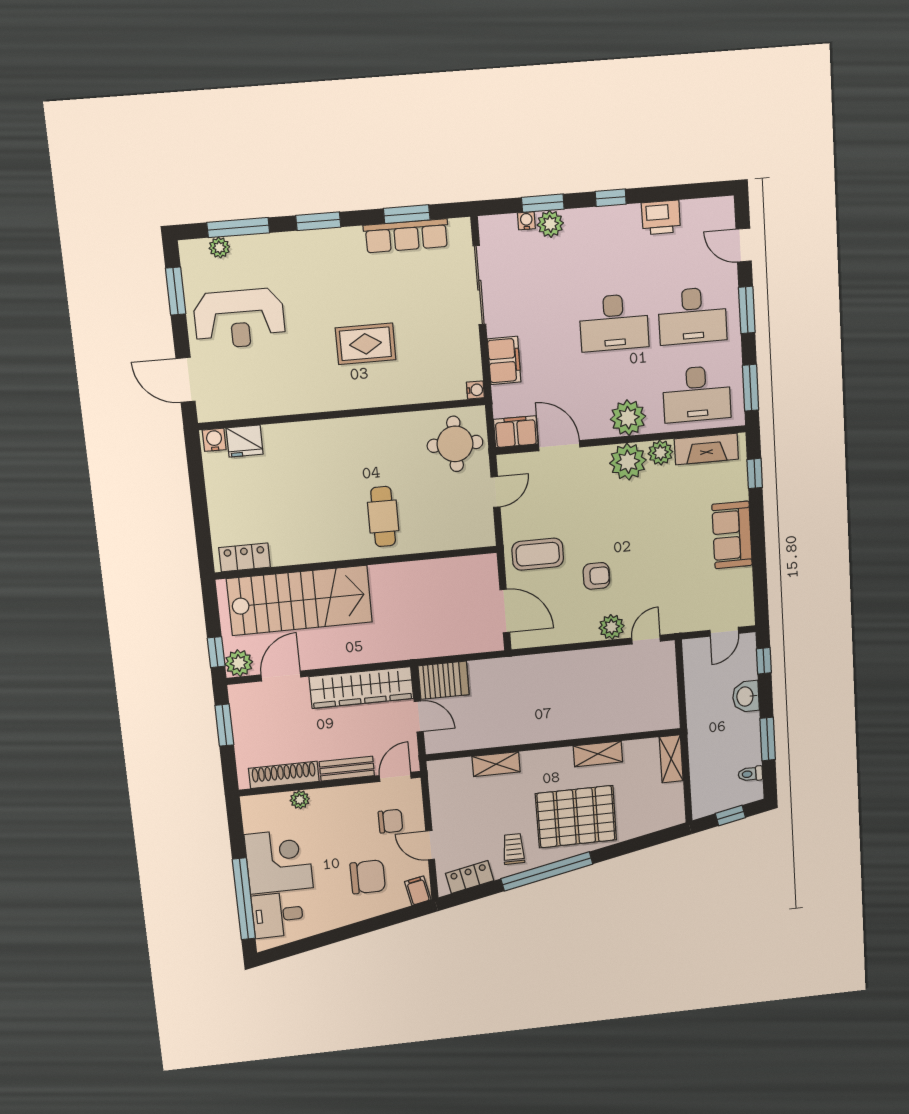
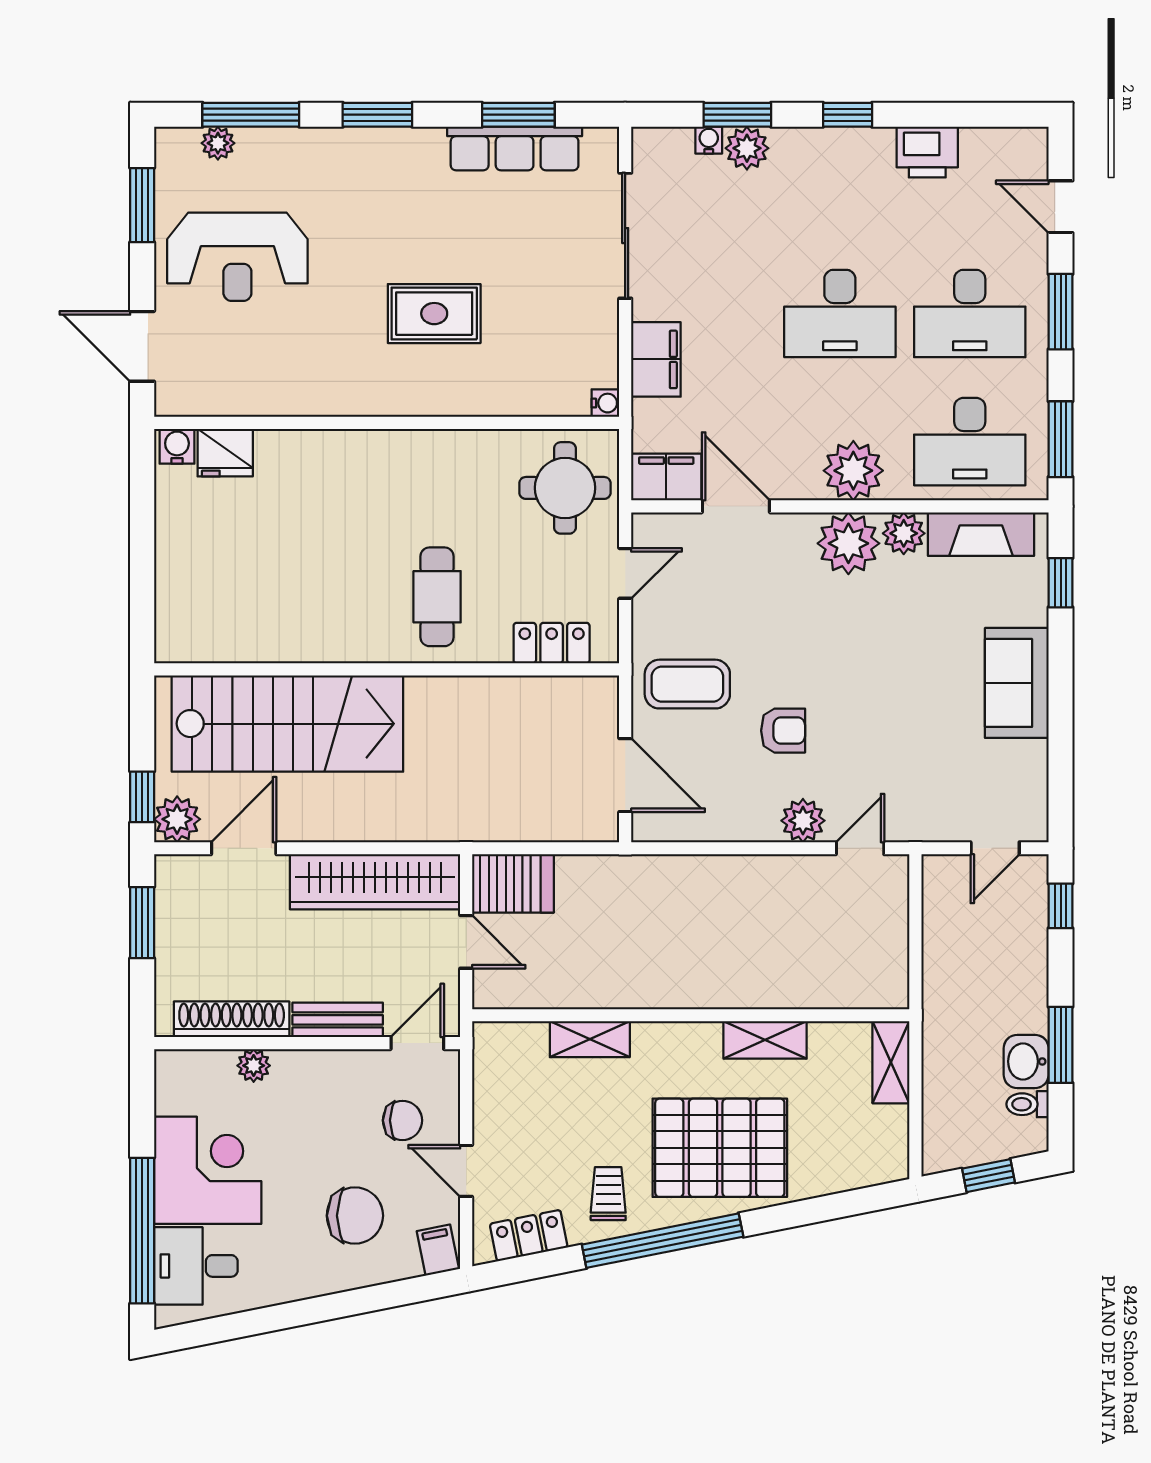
locker: (245, 557) -> (552, 643), moved
washbasin: (746, 696) -> (1026, 1061), moved

